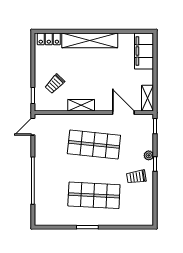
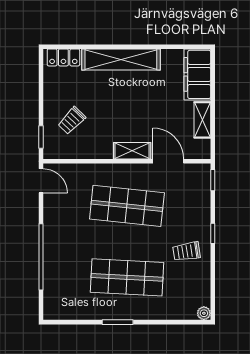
shelving: (148, 98) -> (202, 120), moved
shelving: (81, 105) -> (132, 151), moved
door: (33, 127) -> (41, 181), swing flipped
plant: (149, 155) -> (204, 313), moved

